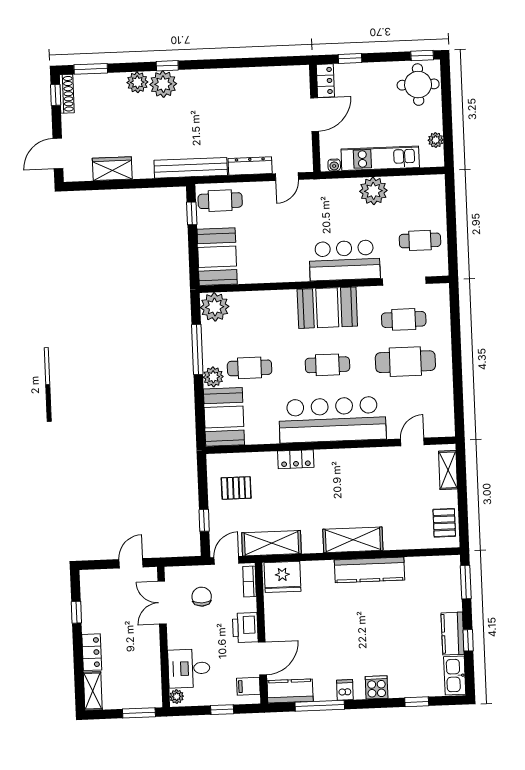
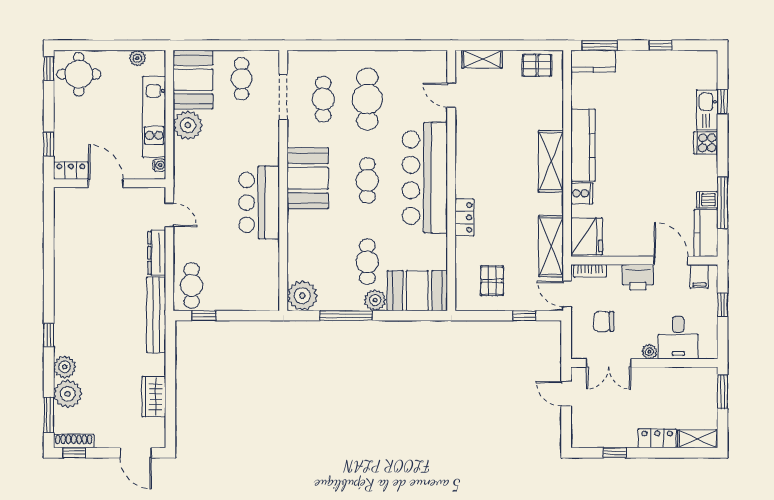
plant: (163, 84) -> (68, 394), moved
booth: (217, 257) -> (193, 80), moved, turned 90
bar counter: (345, 260) -> (259, 202), moved
cooker: (323, 571) -> (582, 193), added
kitchen counter: (453, 634) -> (593, 61), moved
kitchen sink: (455, 675) -> (707, 110), moved, turned 90
dishwasher: (345, 690) -> (707, 200), moved
plant: (177, 697) -> (649, 352), moved

